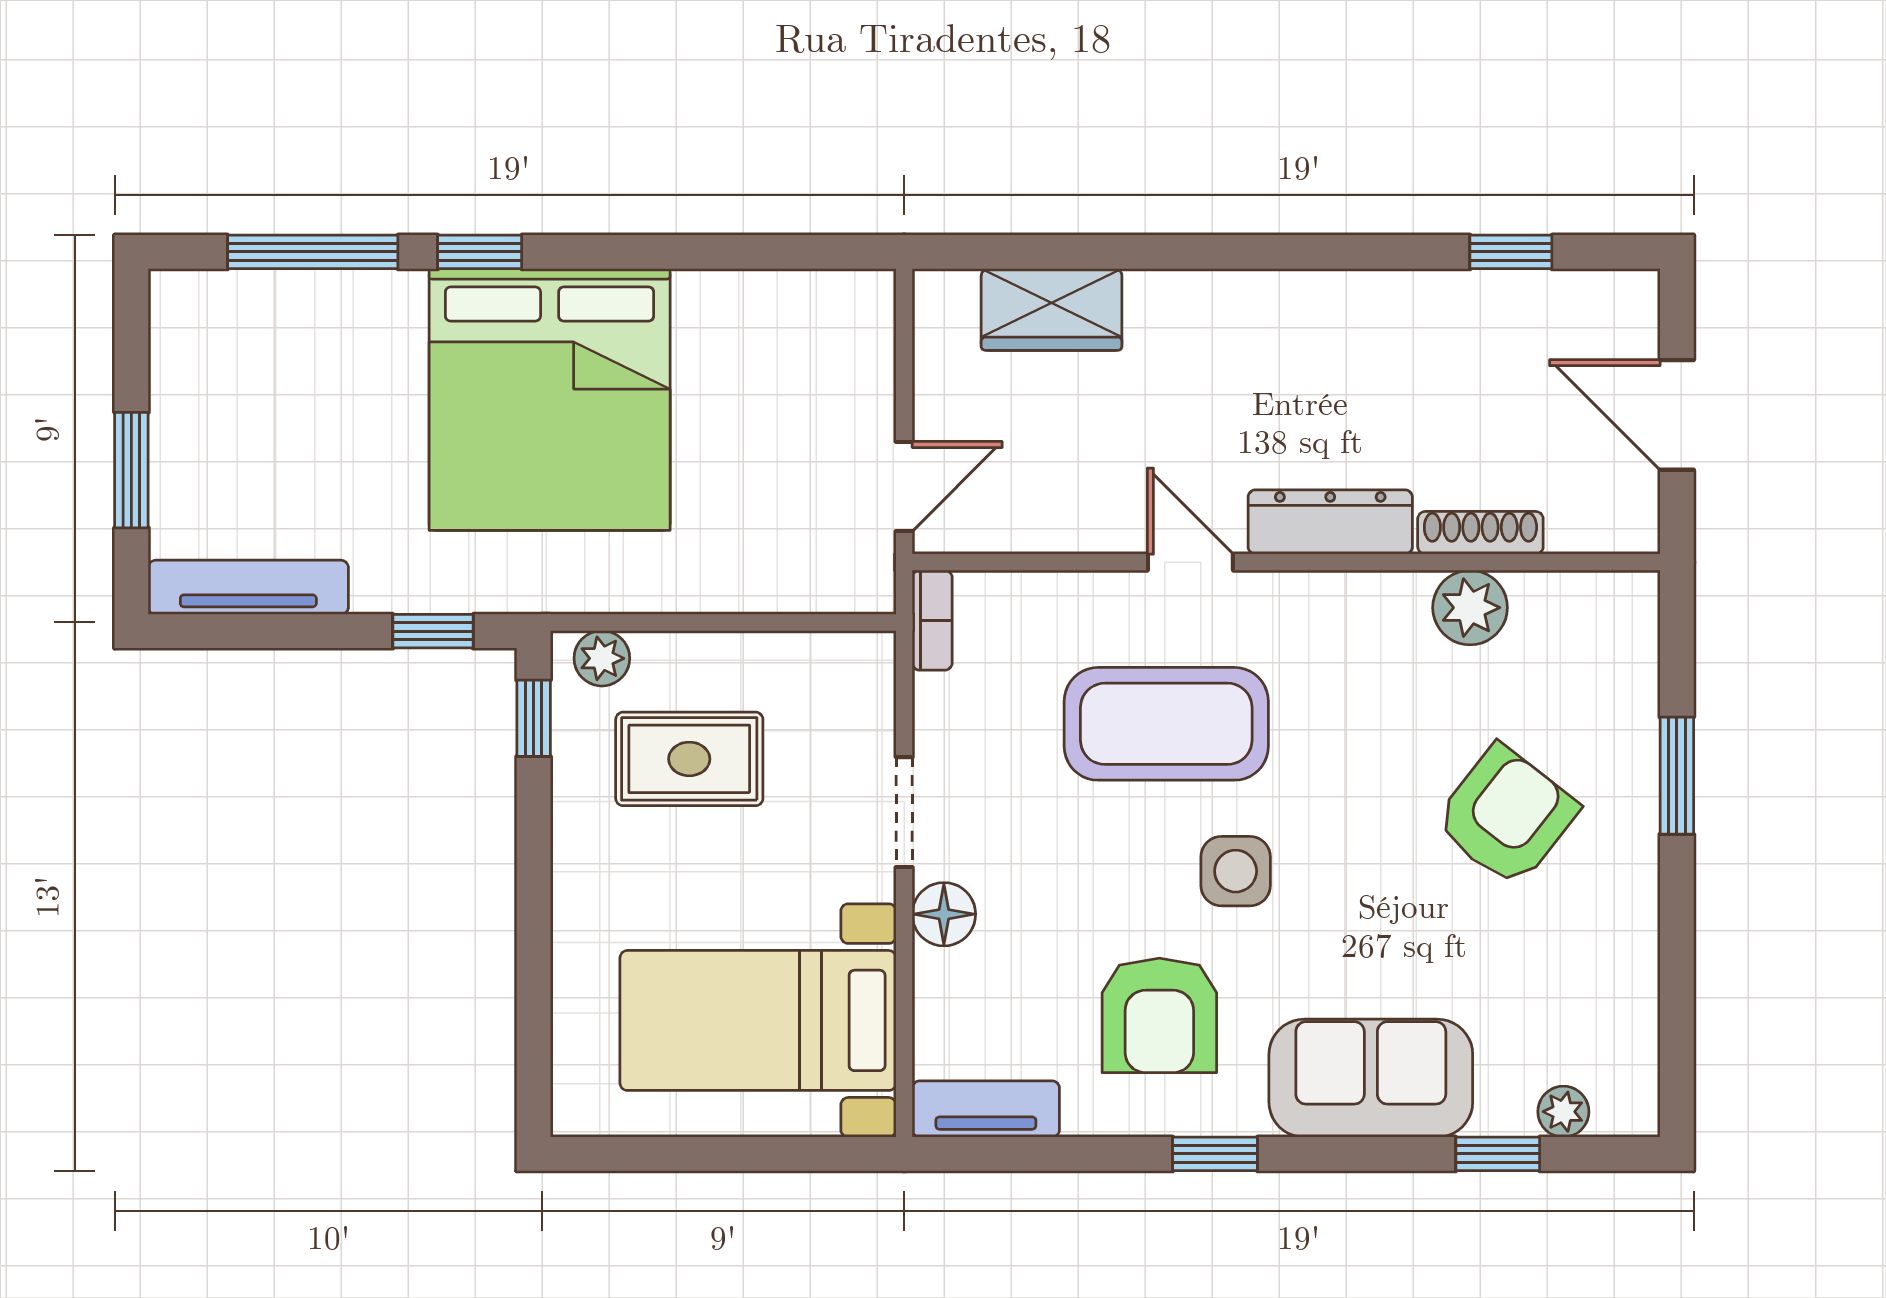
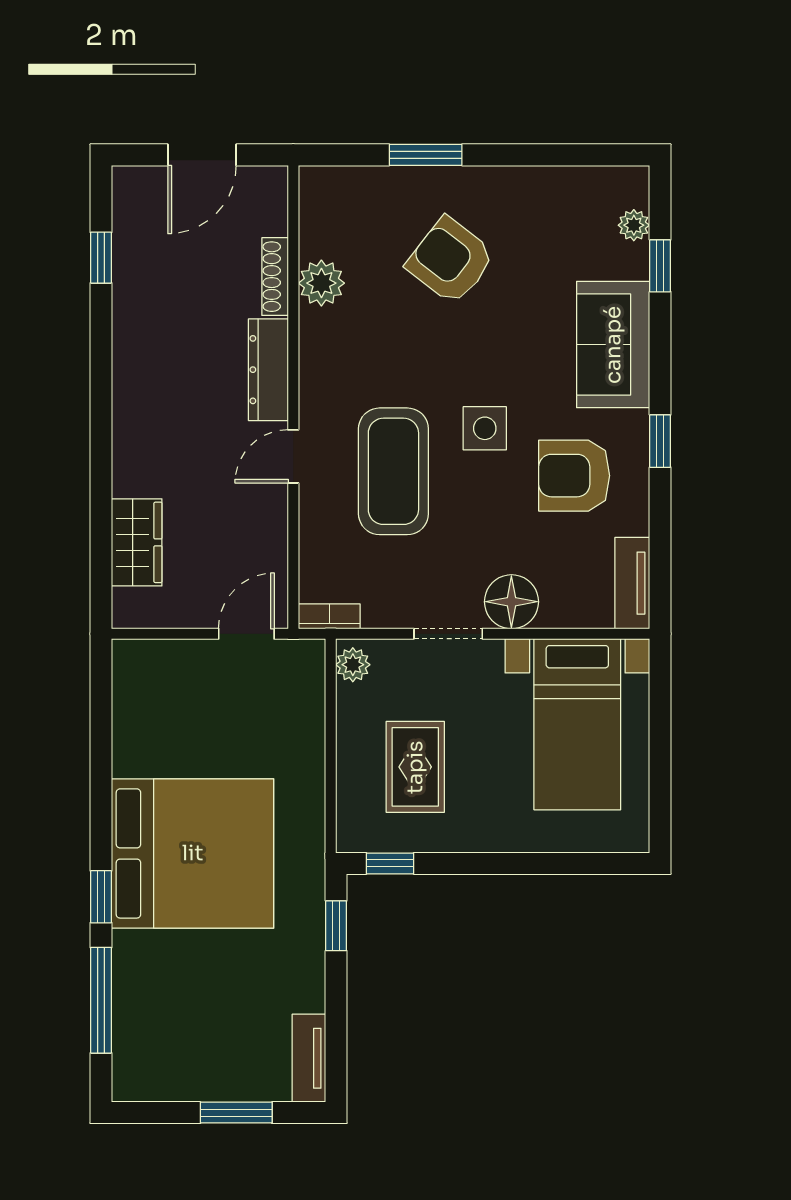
door: (904, 487) -> (246, 634), hinge flipped
tv unit: (248, 587) -> (309, 1058), width x0.71
plant: (602, 658) -> (353, 665), moved
floor lamp: (944, 914) -> (511, 602), width x1.38, depth x1.38
armchair: (1159, 1015) -> (574, 476), turned 180

